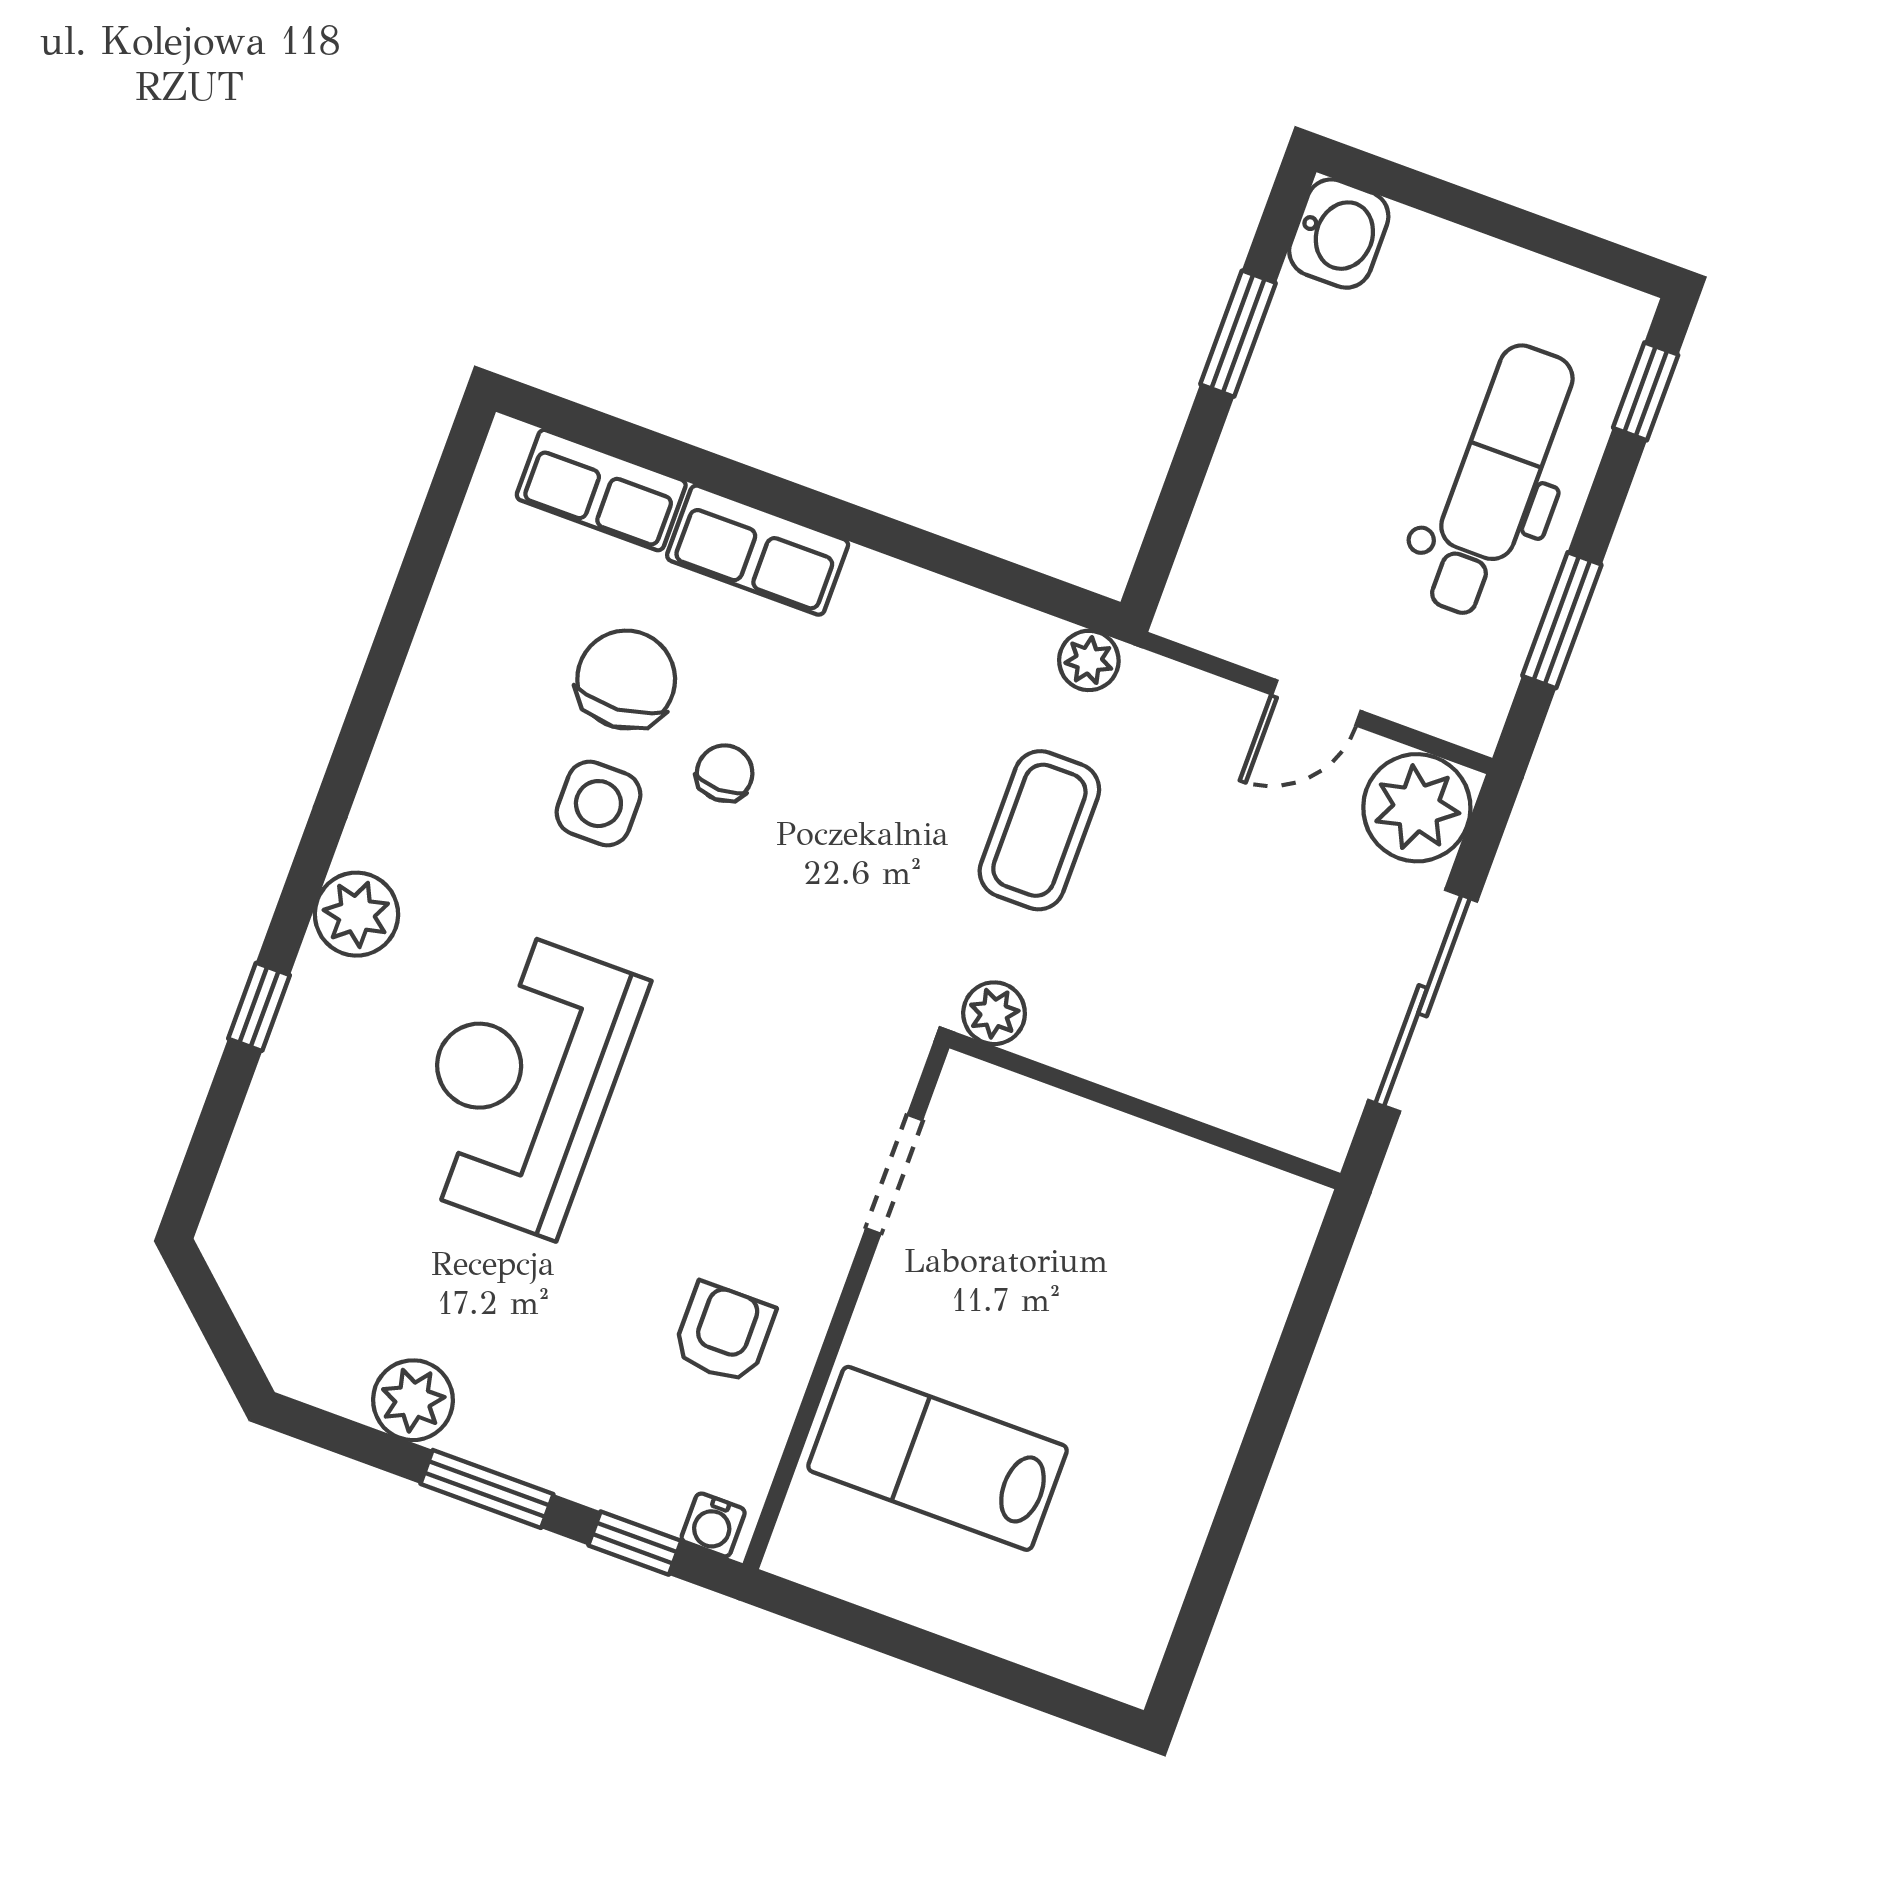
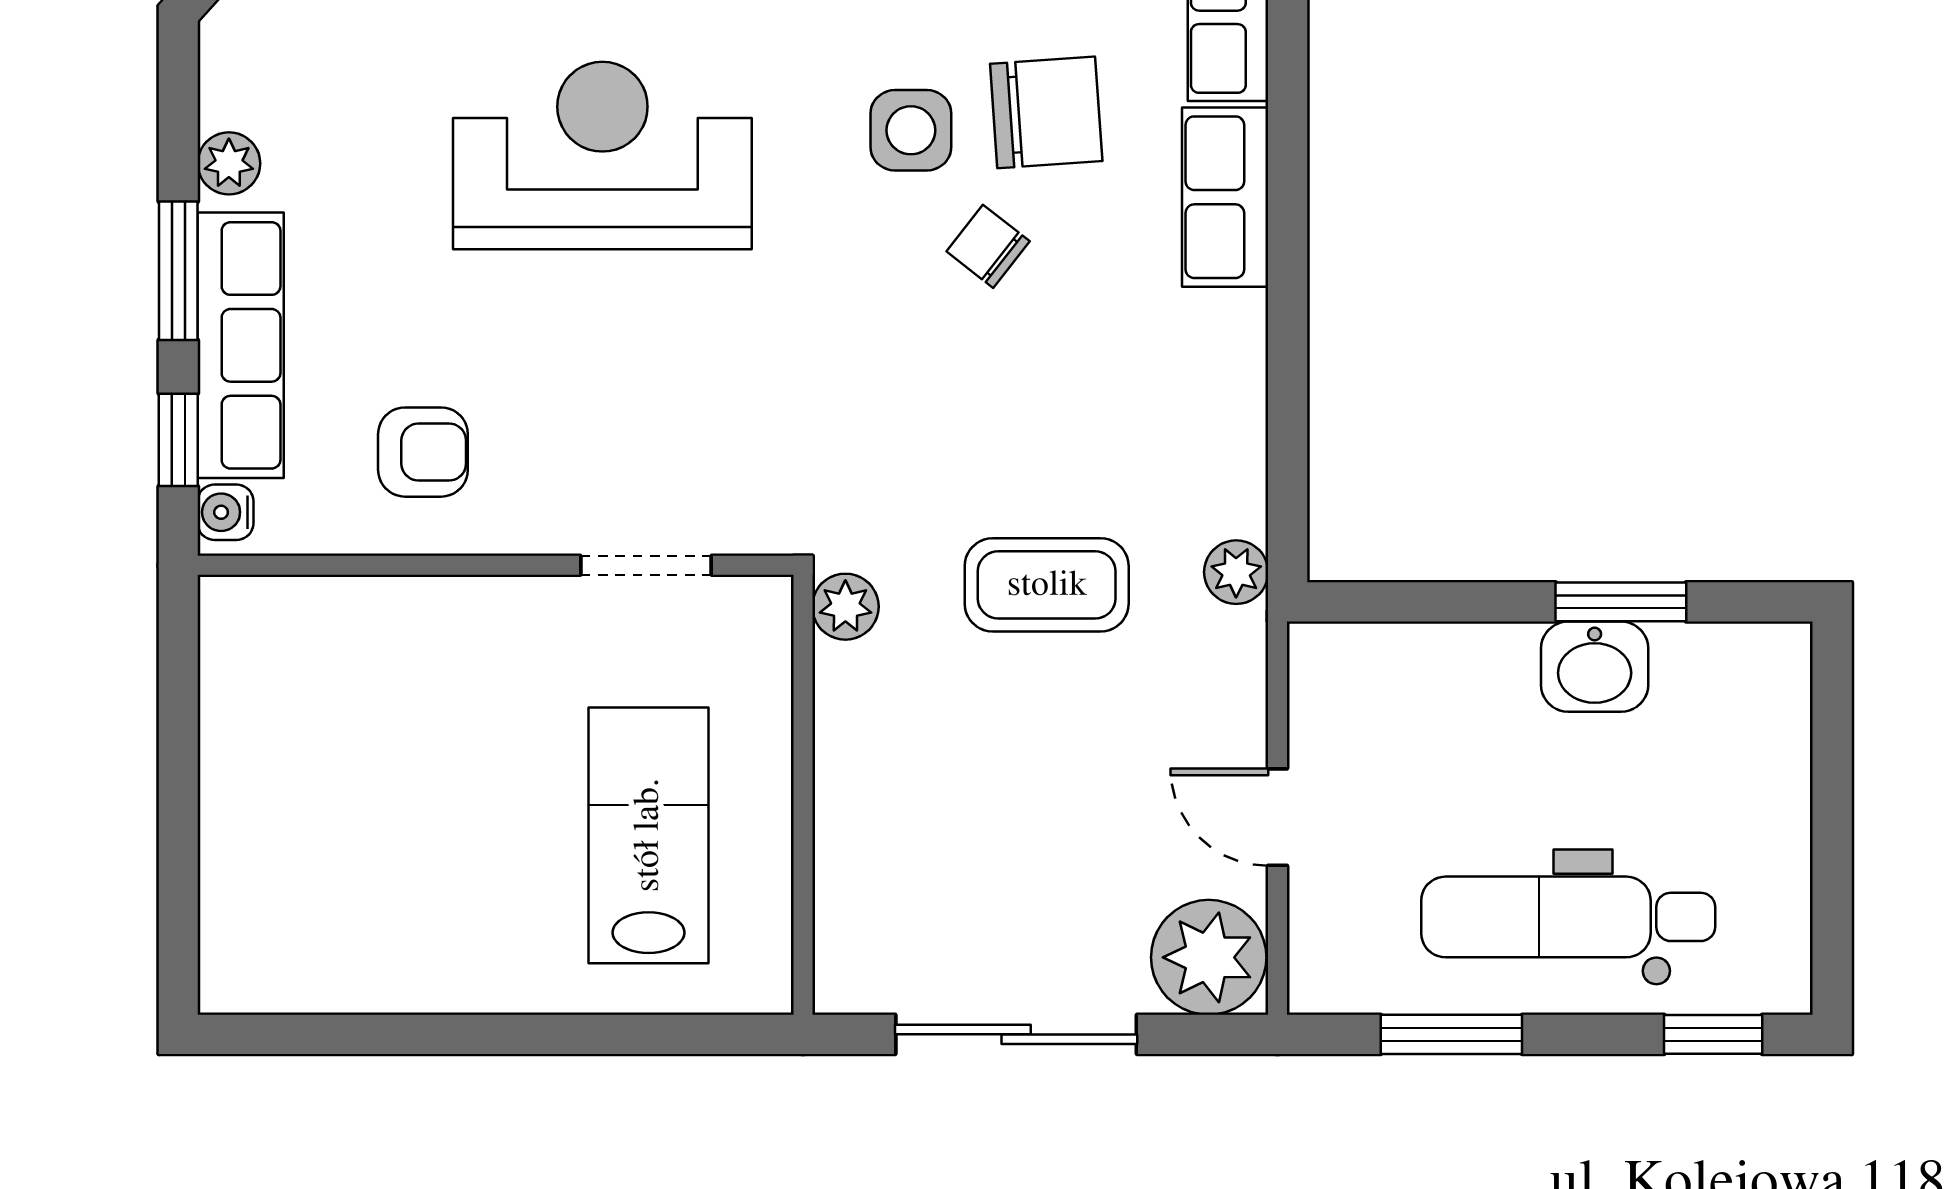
washbasin: (1339, 234) -> (1595, 667), moved
dental chair: (1497, 480) -> (1568, 917), turned 180
chair: (725, 773) -> (988, 246), turned -142
plant: (413, 1400) -> (229, 163), width x0.73, depth x0.73
row of seats: (572, 1458) -> (241, 345), added
lab bench: (938, 1458) -> (648, 835), moved

